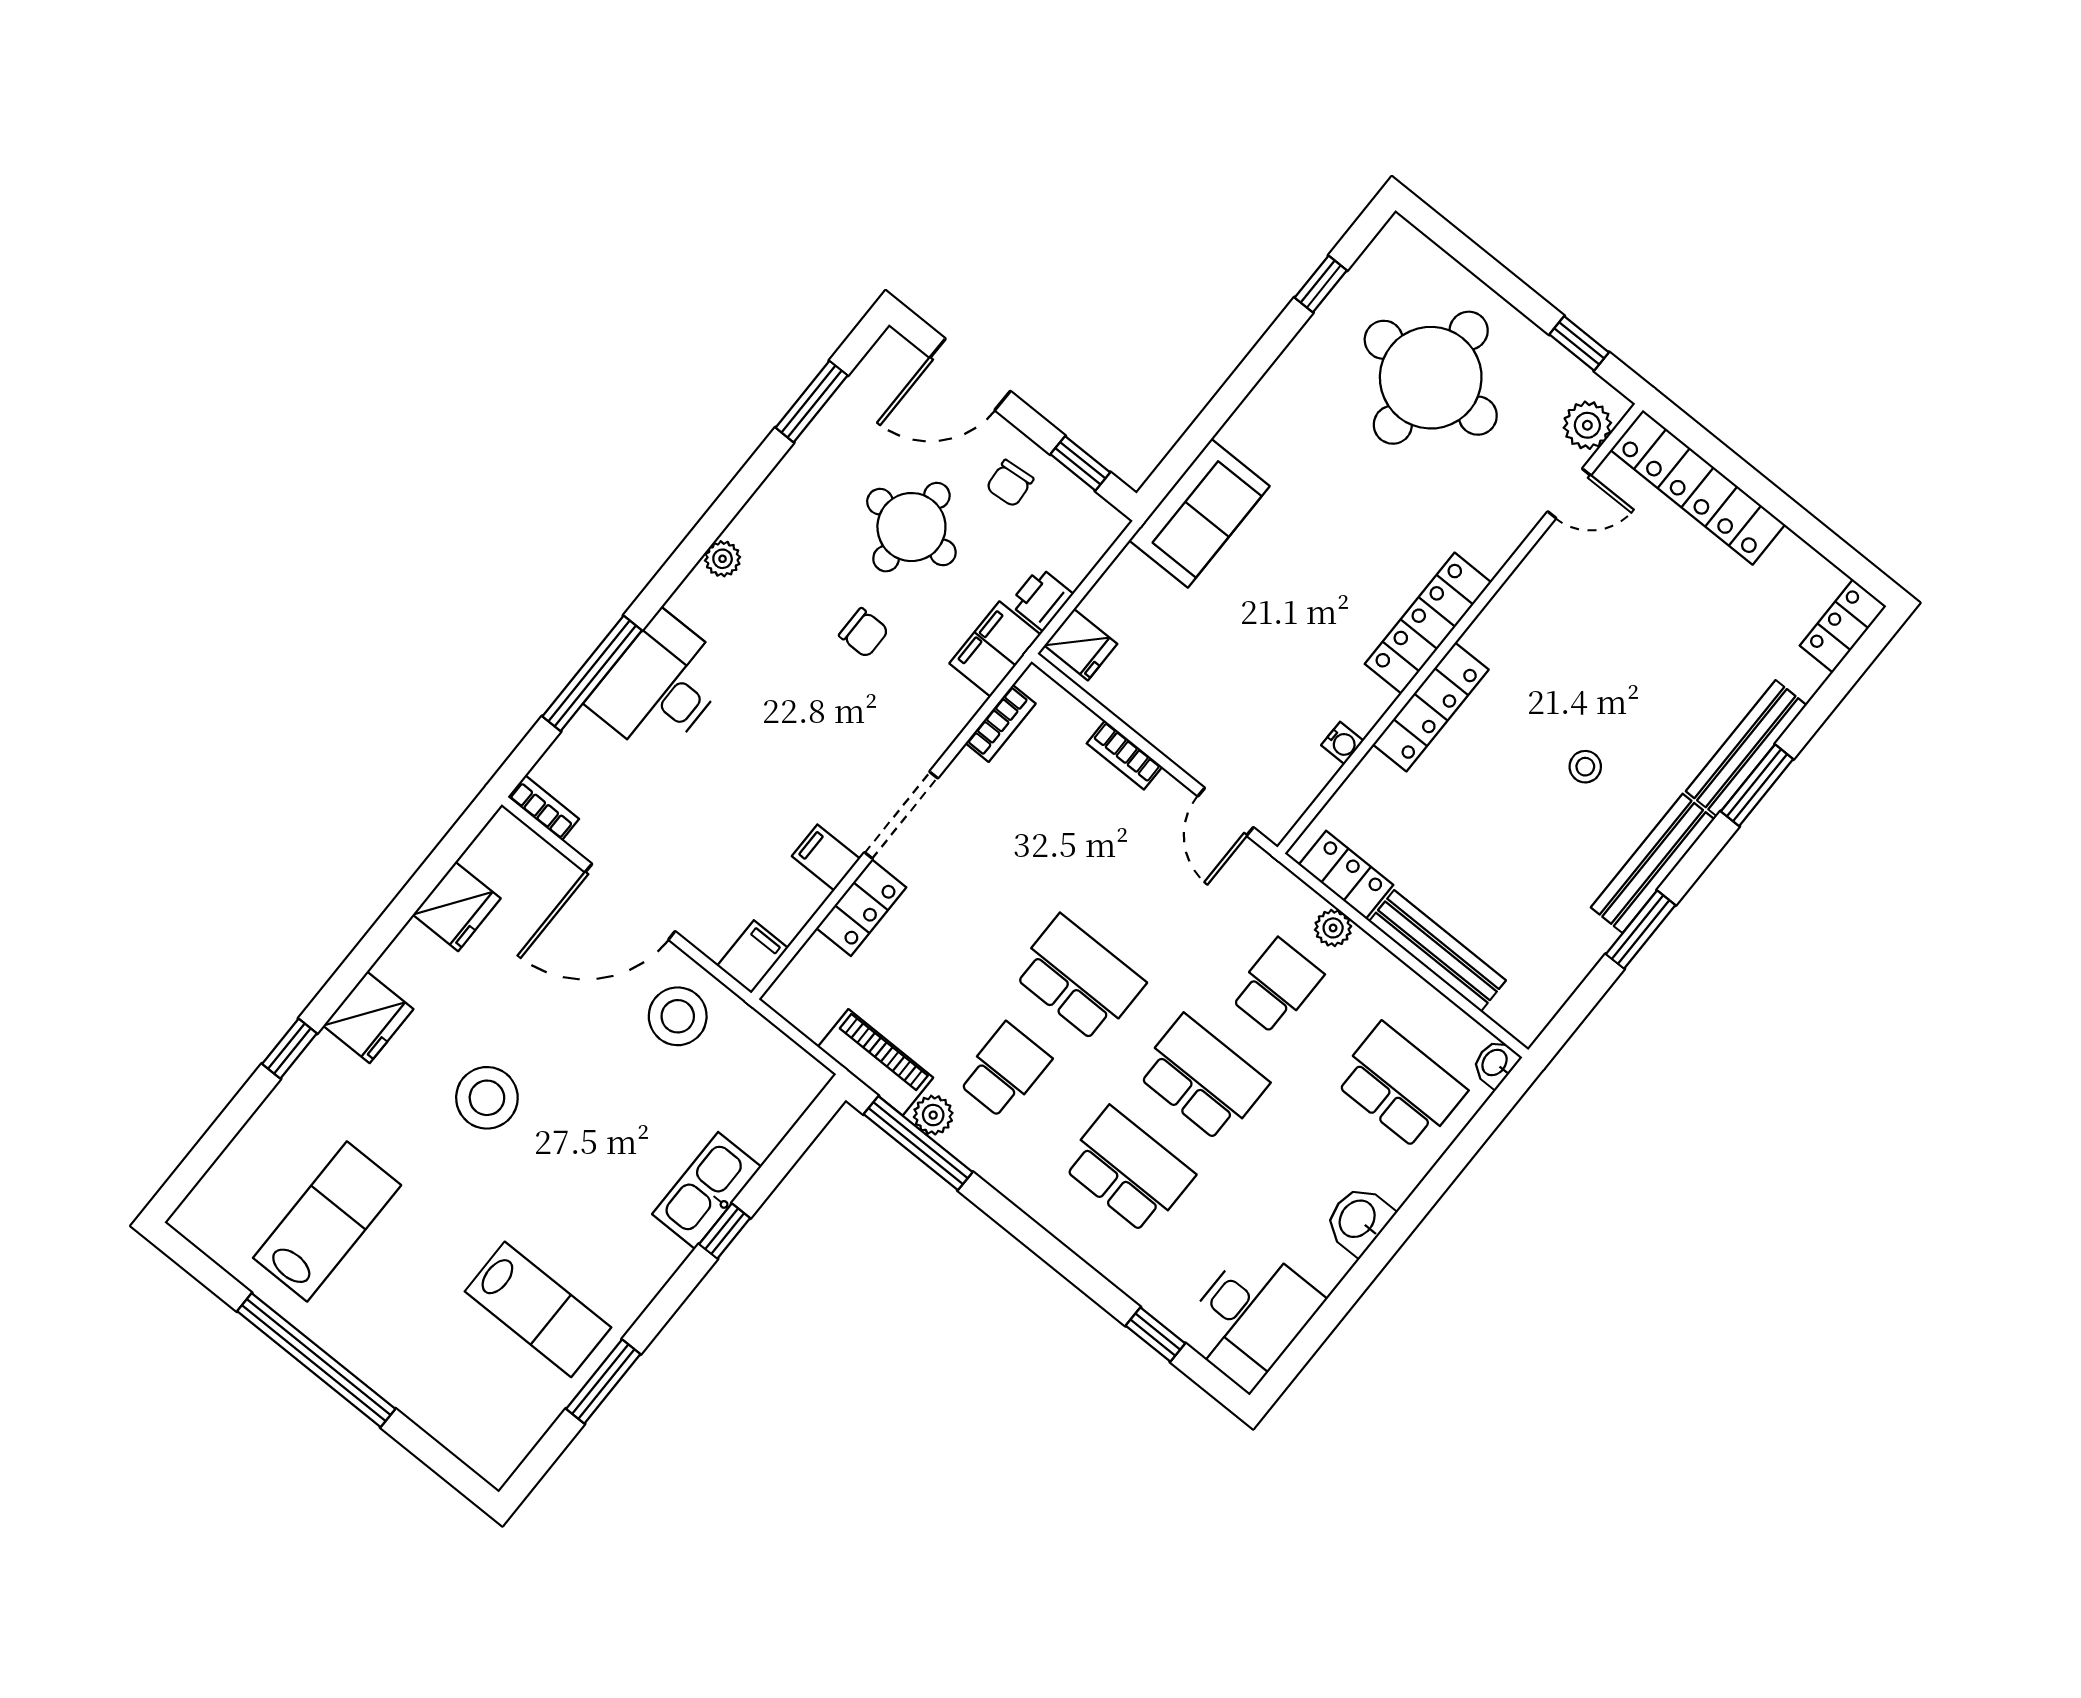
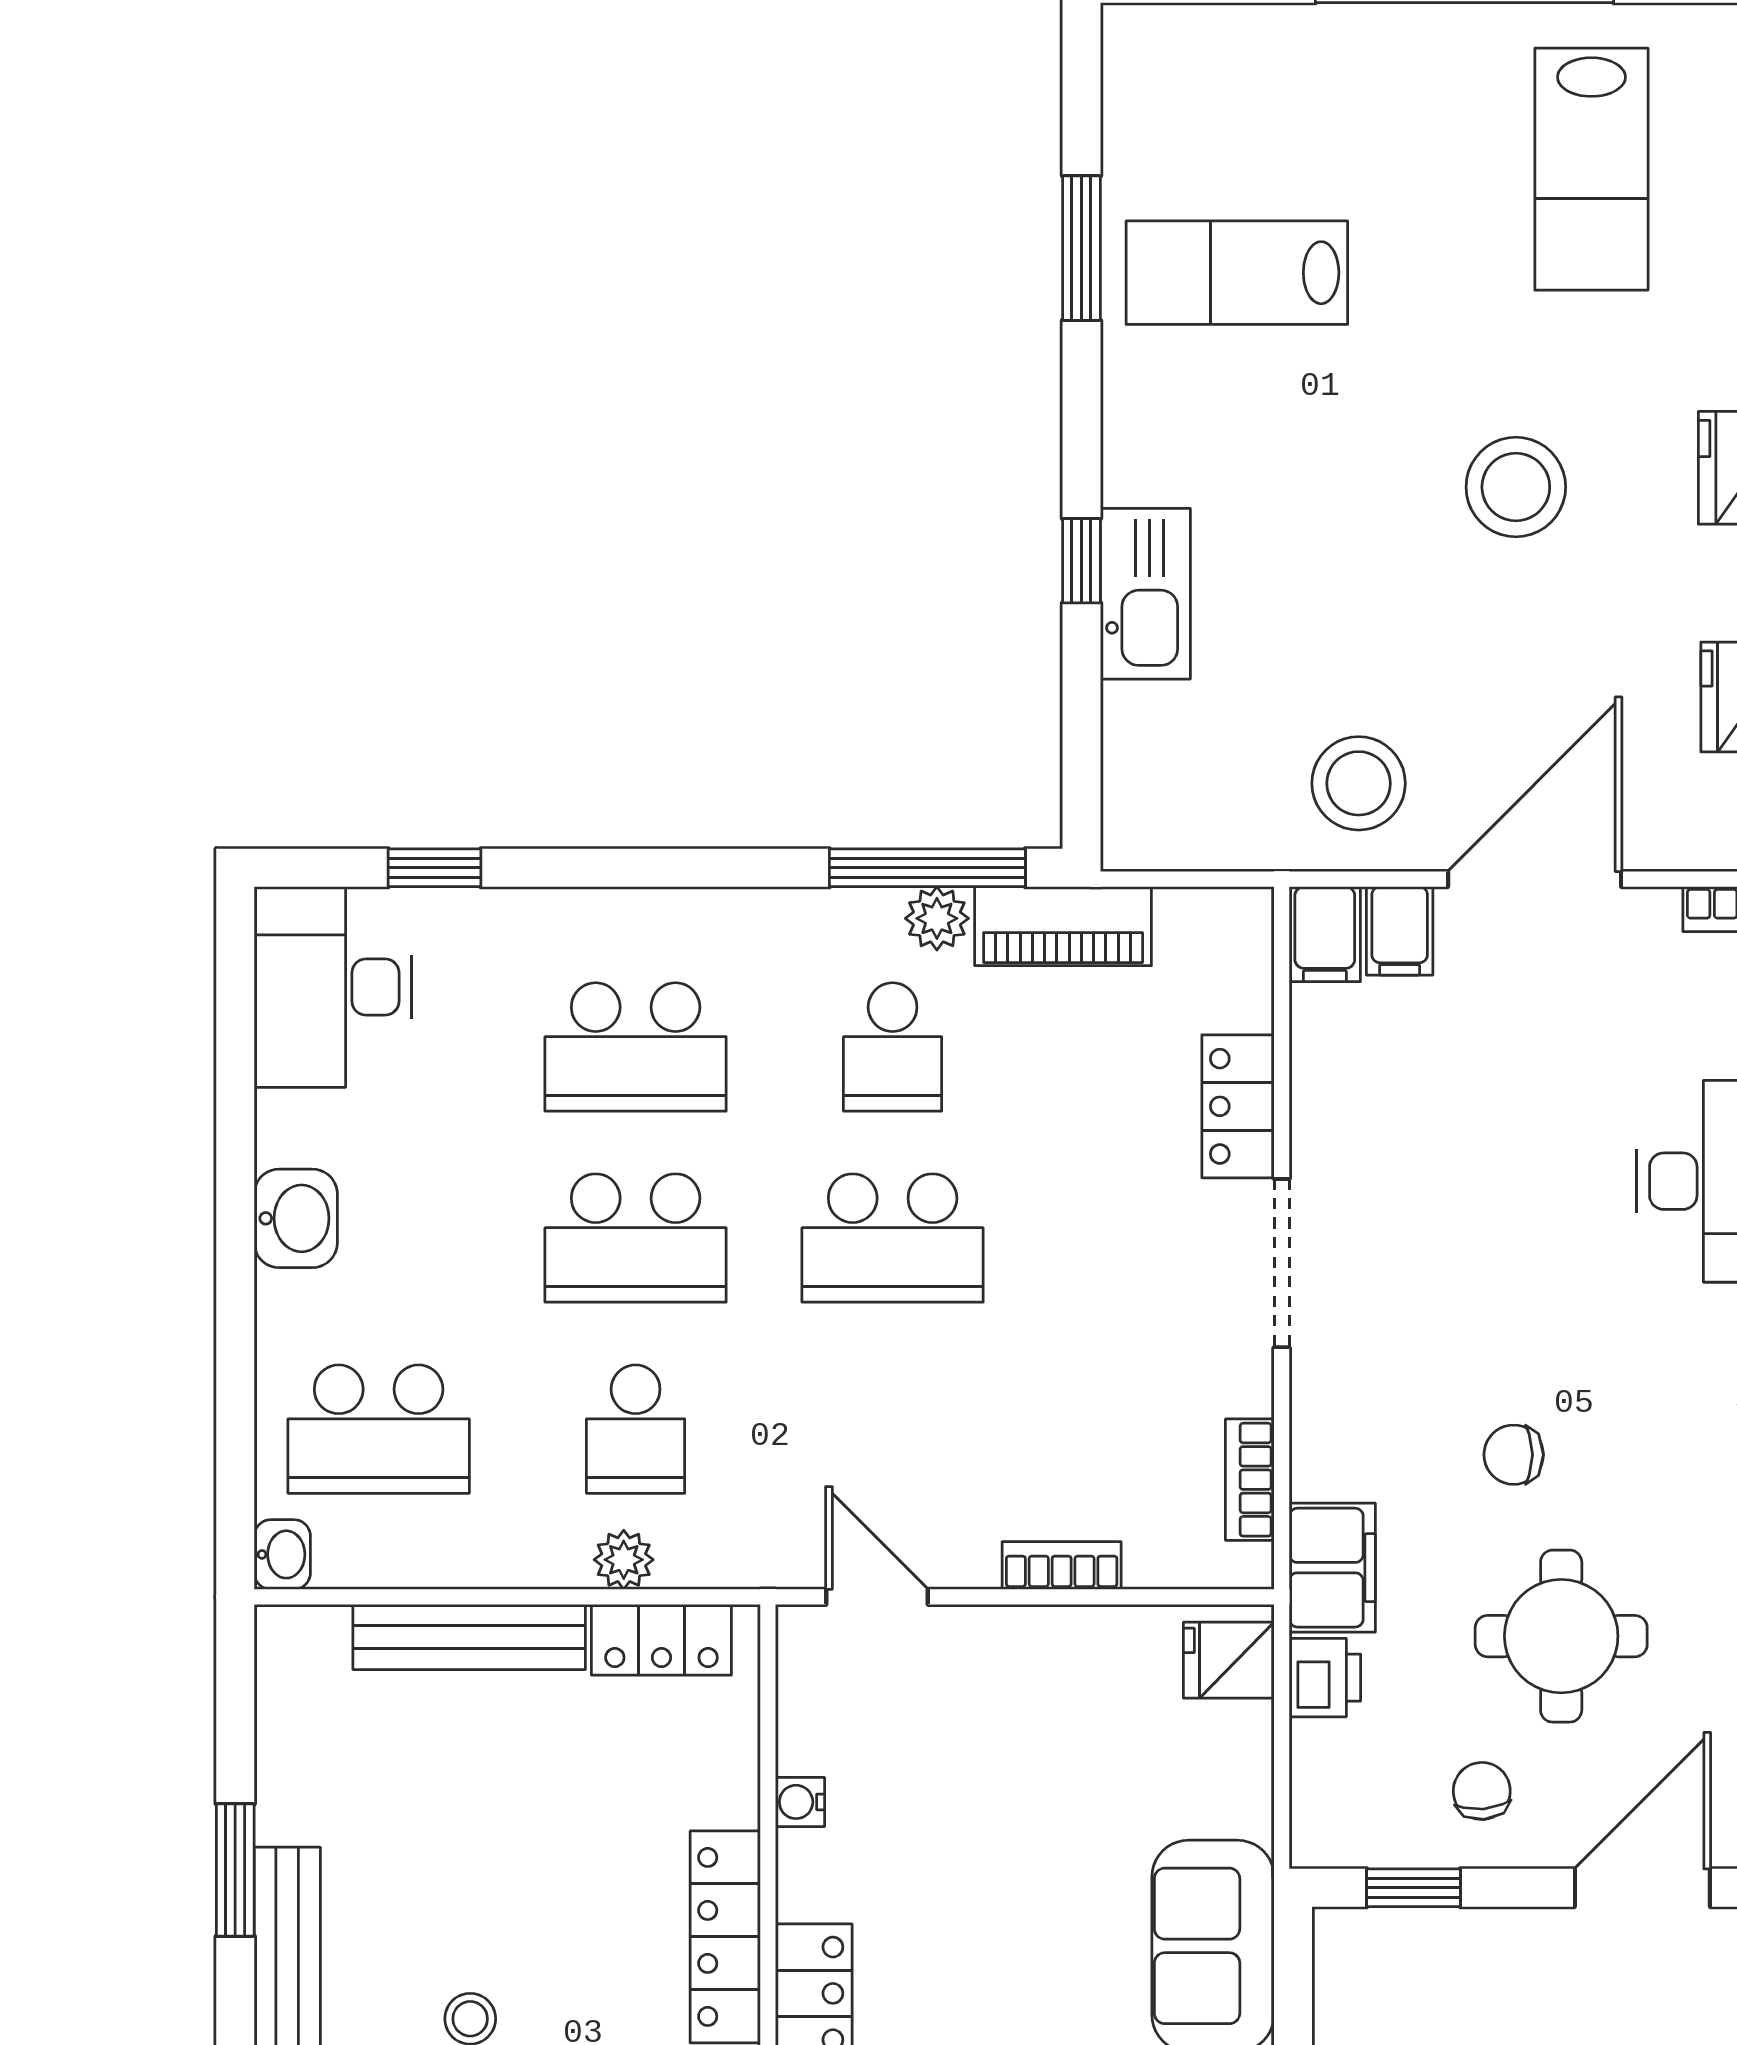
filing cabinet: (826, 857) -> (1400, 931), moved, turned 90

